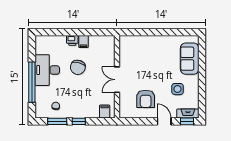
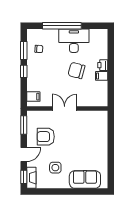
window: (134, 121) -> (24, 125), added

